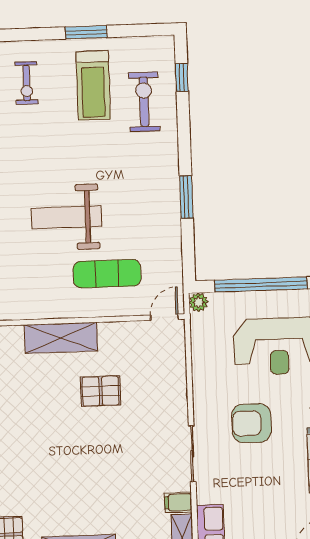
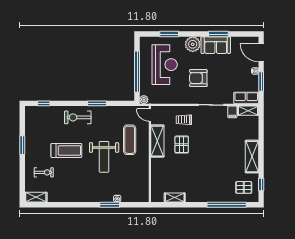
treadmill: (93, 85) -> (66, 150), moved
exercise bike: (144, 102) -> (78, 117), moved
shelving: (61, 338) -> (157, 141), moved
trolley: (157, 394) -> (184, 120), added
armchair: (251, 423) -> (198, 78), turned 90

